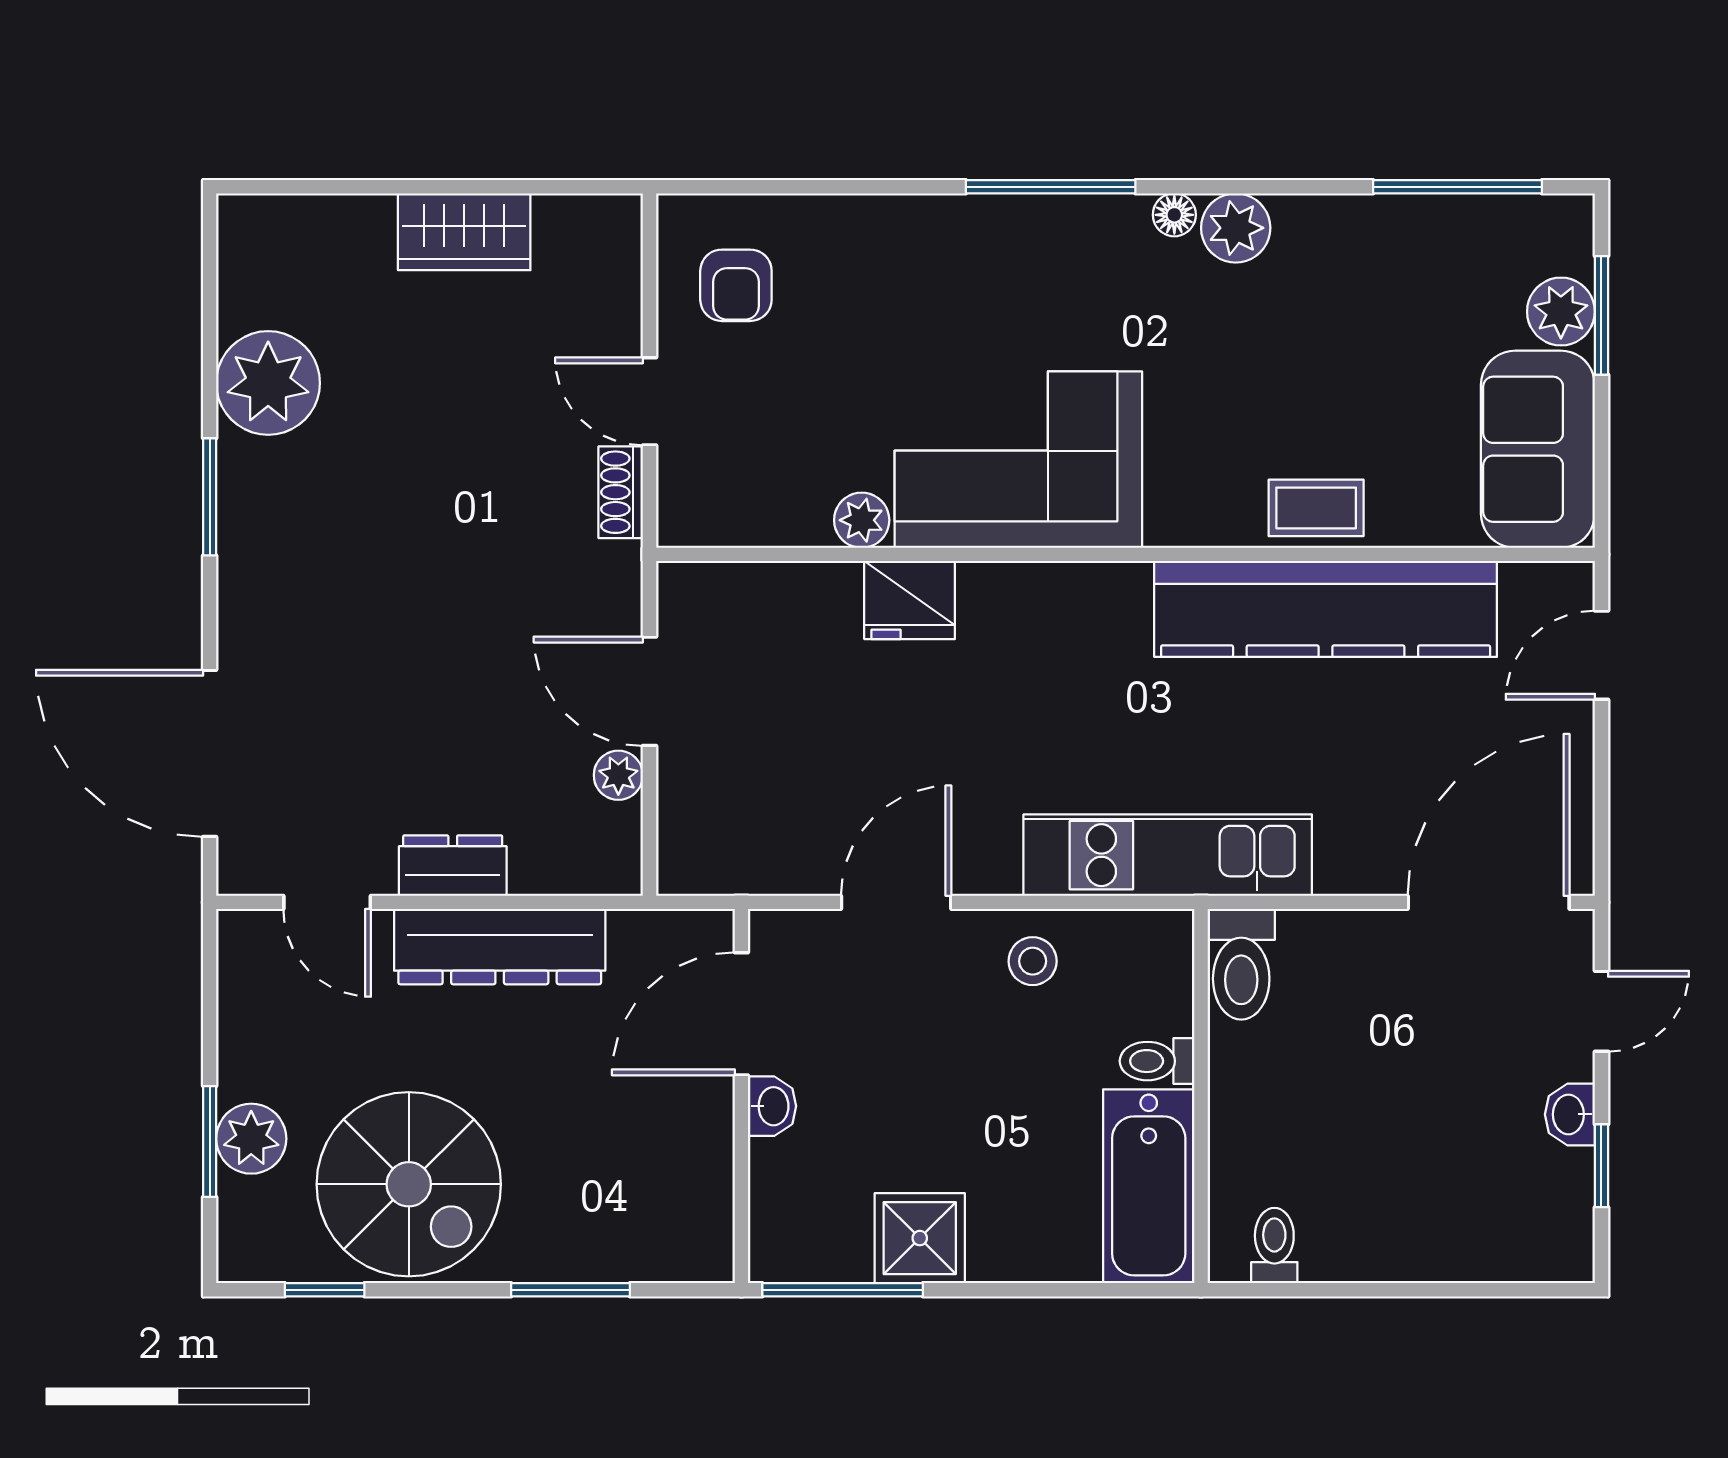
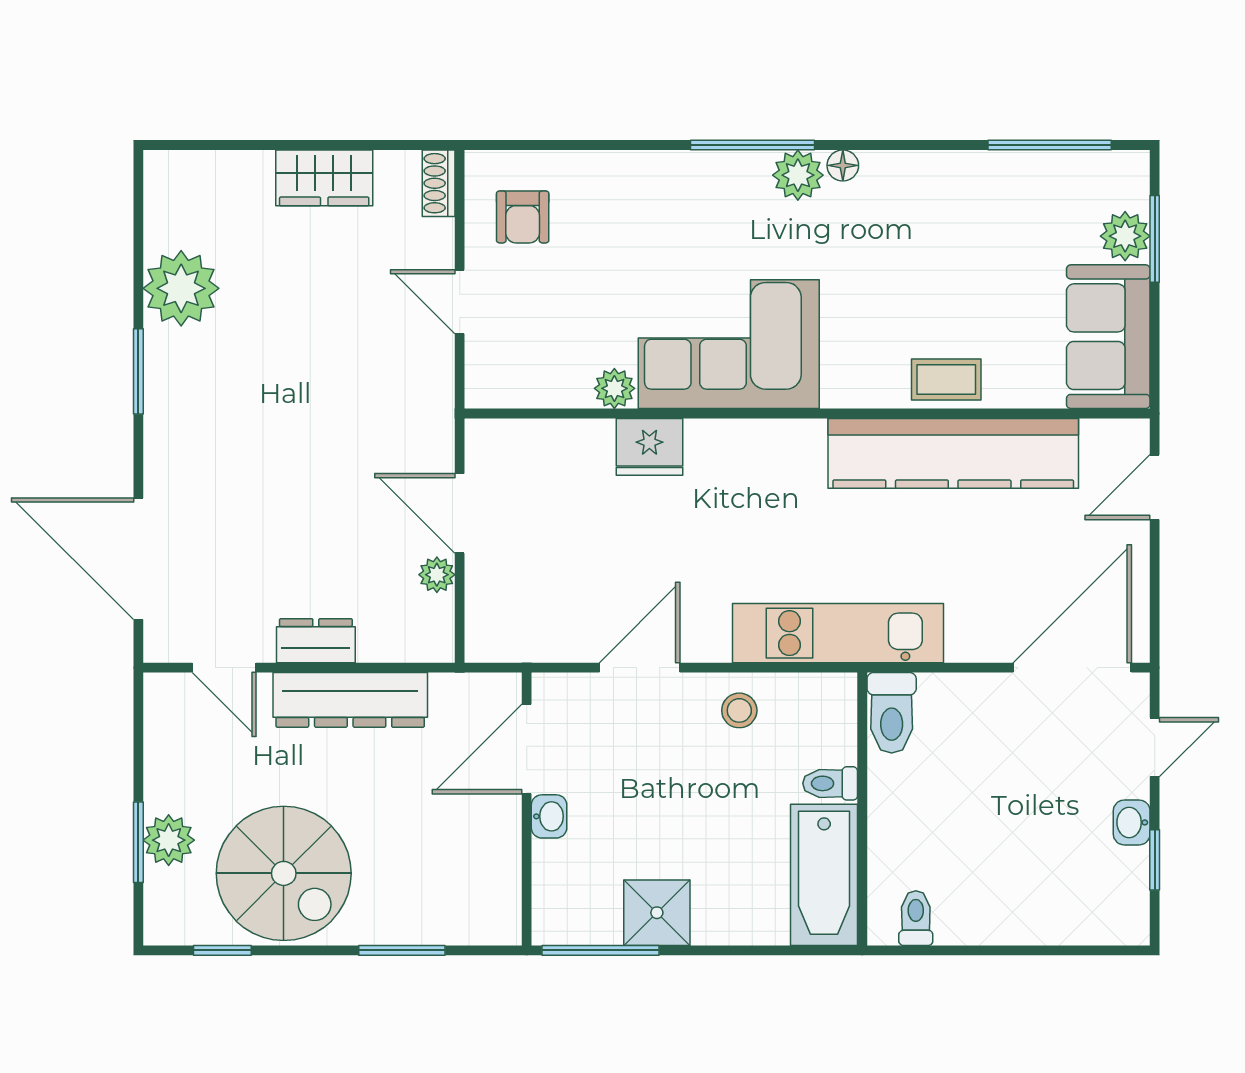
plant: (1236, 228) -> (798, 175), moved
shoe rack: (621, 492) -> (439, 183), moved

